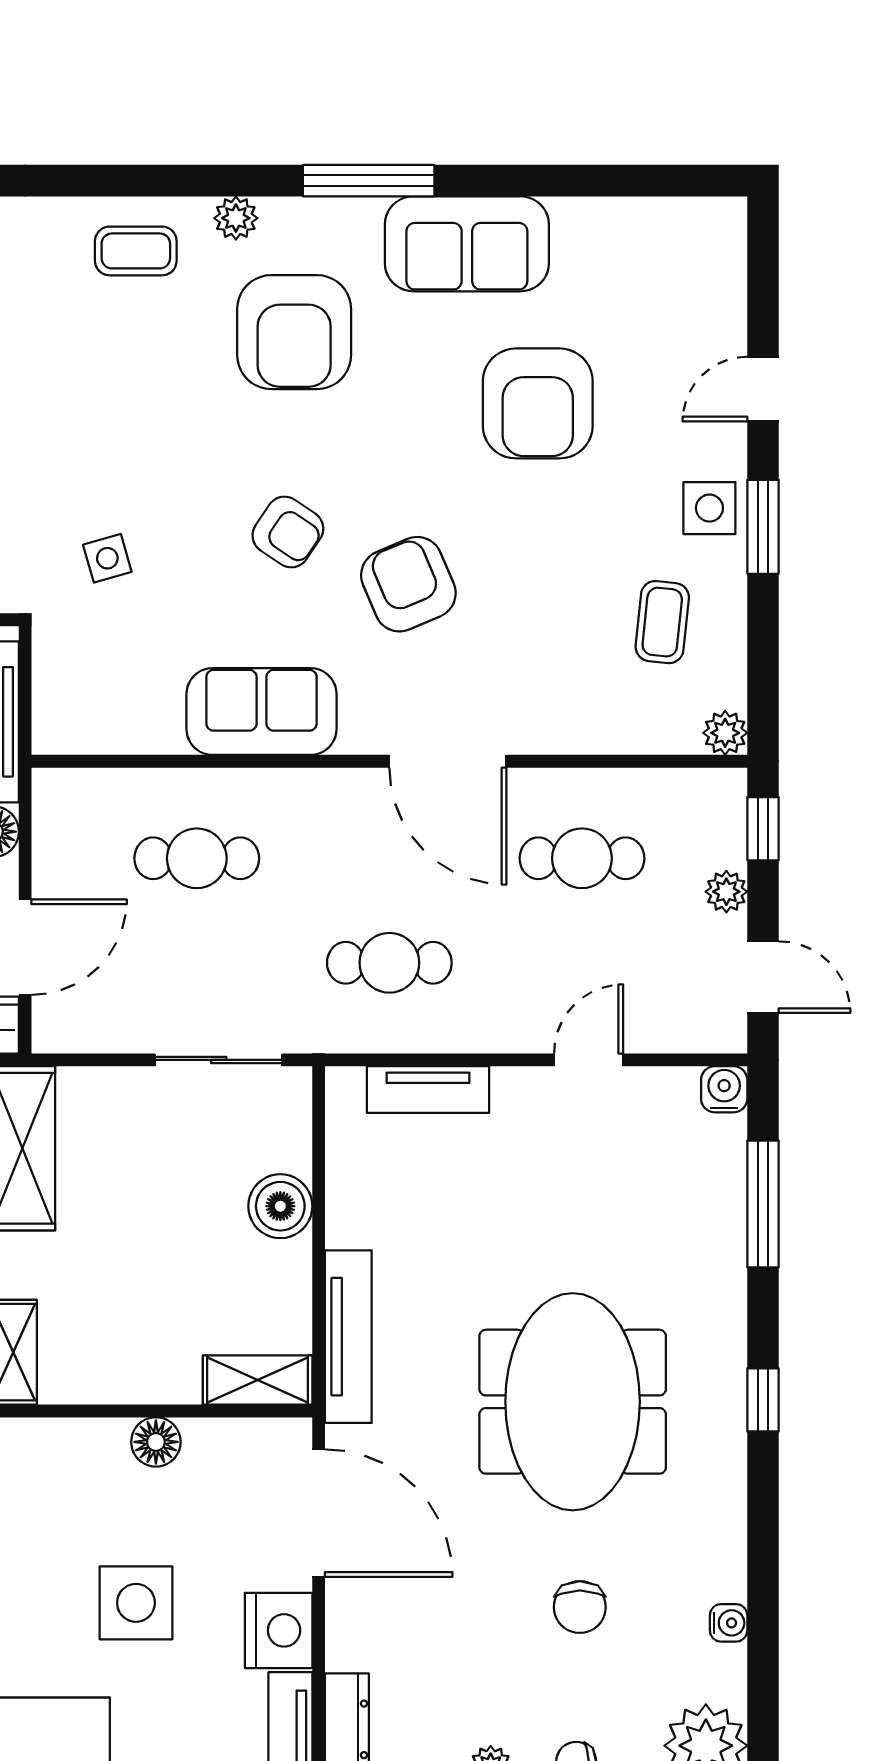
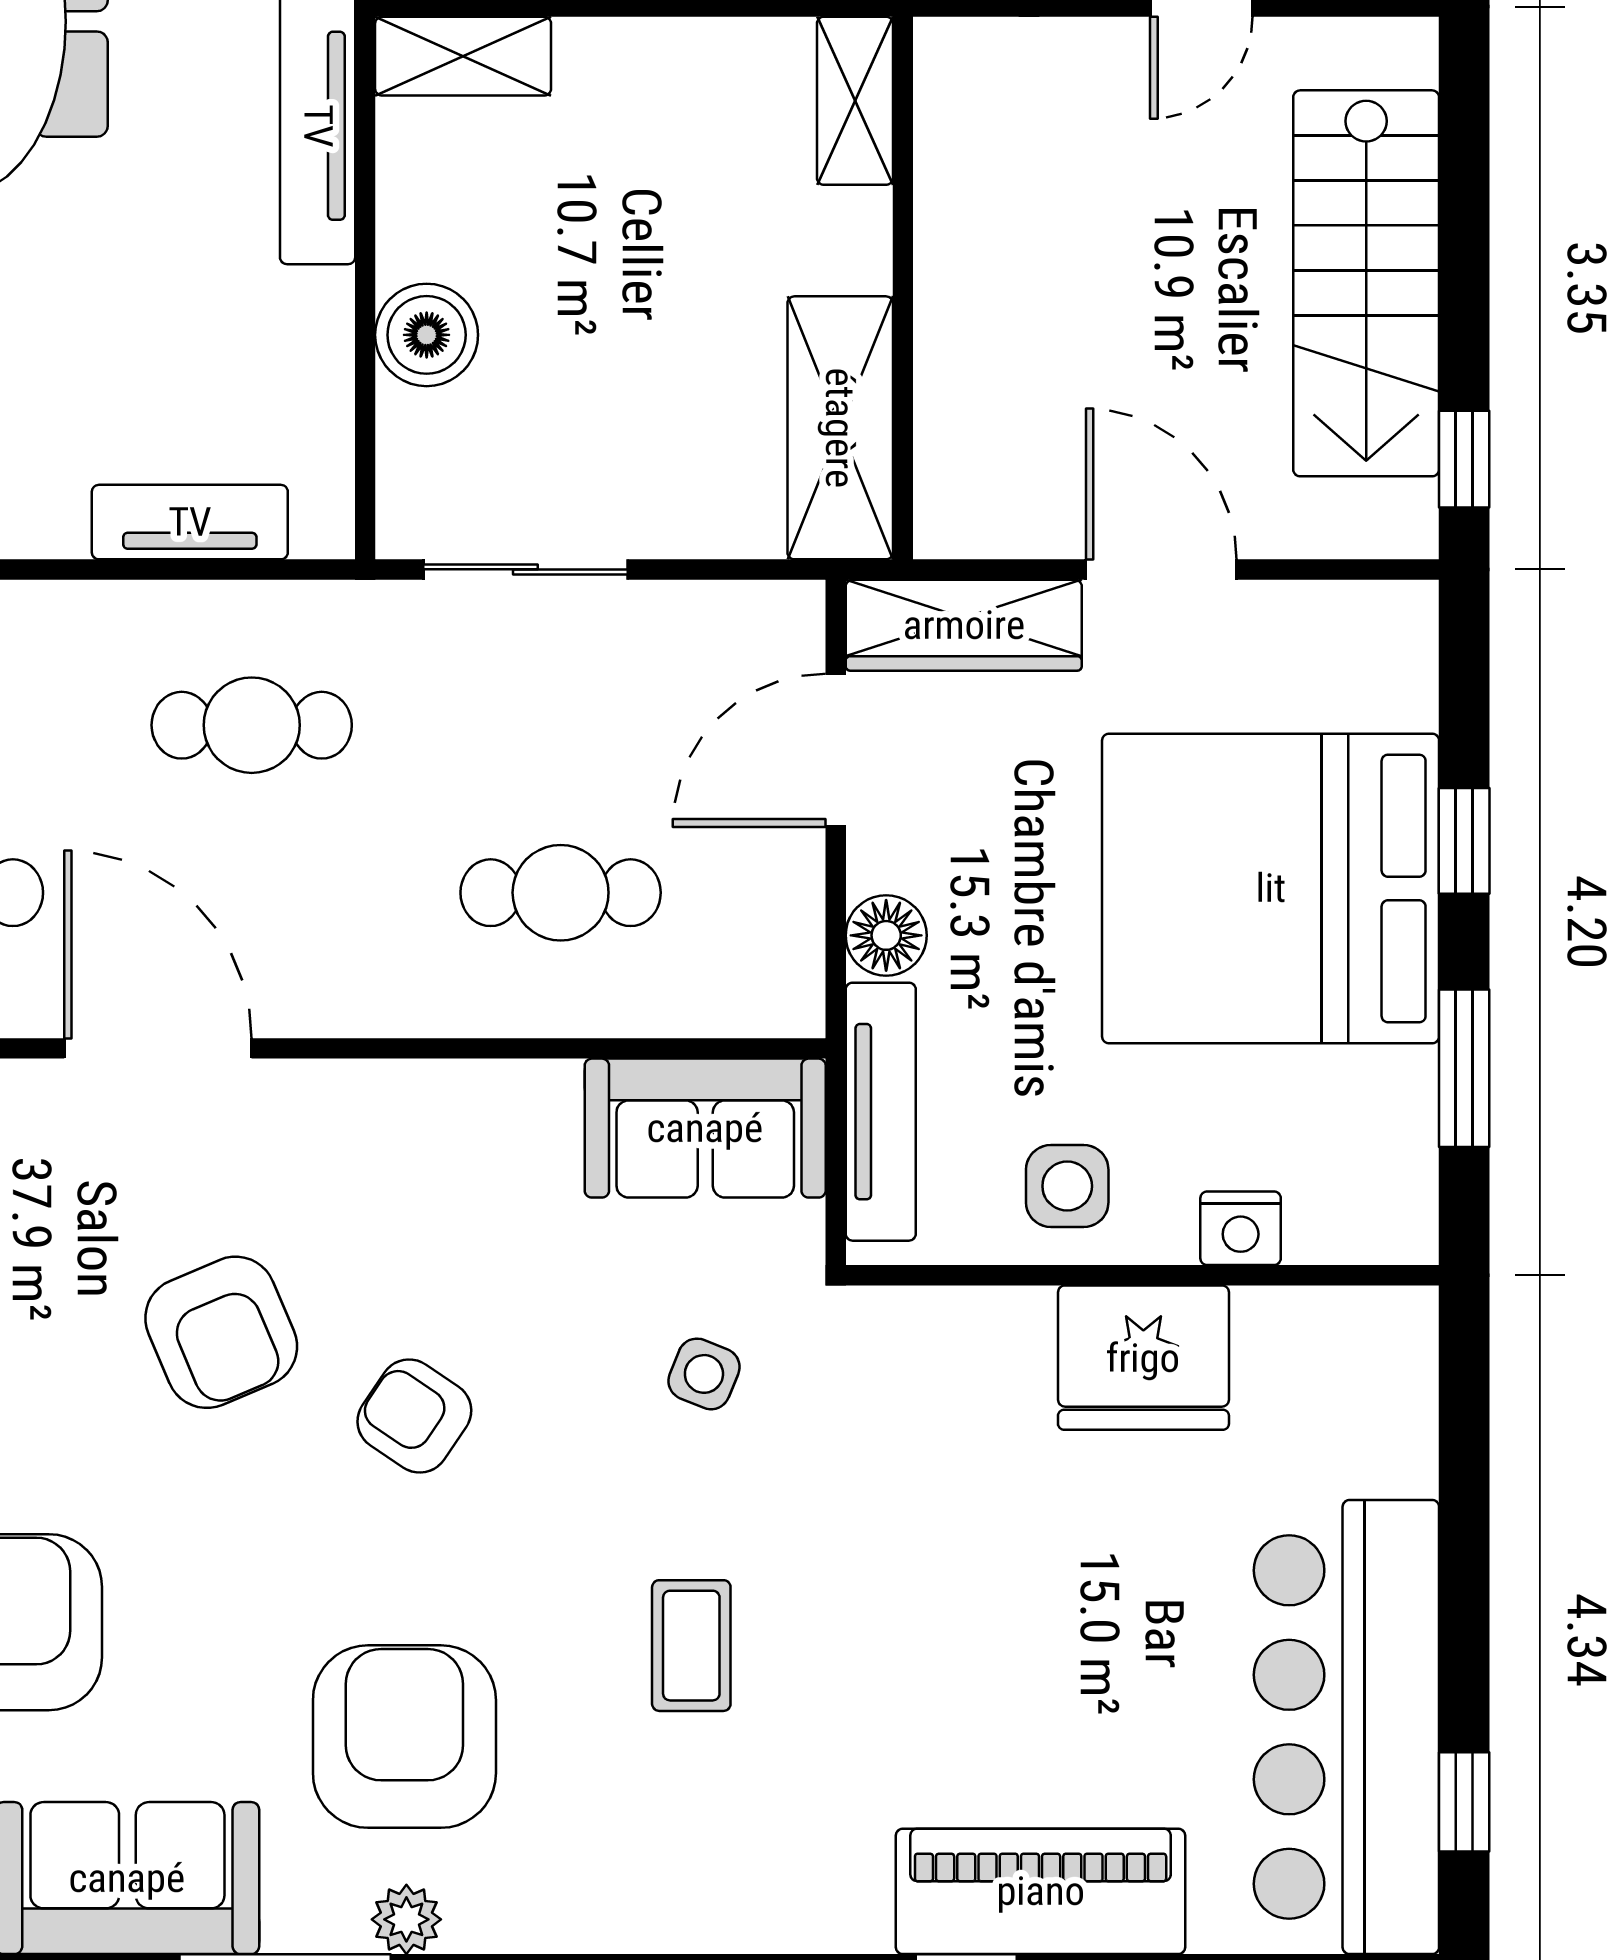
plant: (236, 218) -> (406, 1919), moved
coffee table: (136, 251) -> (691, 1646), moved, turned 90
side table: (107, 558) -> (704, 1374), turned 38
sofa: (262, 712) -> (705, 1128), moved

